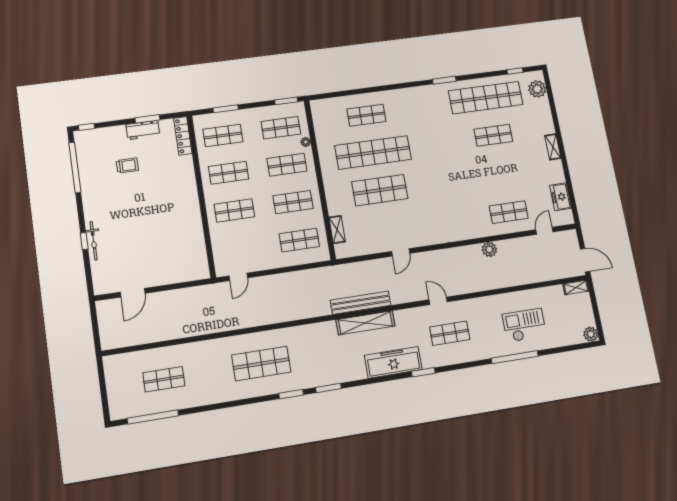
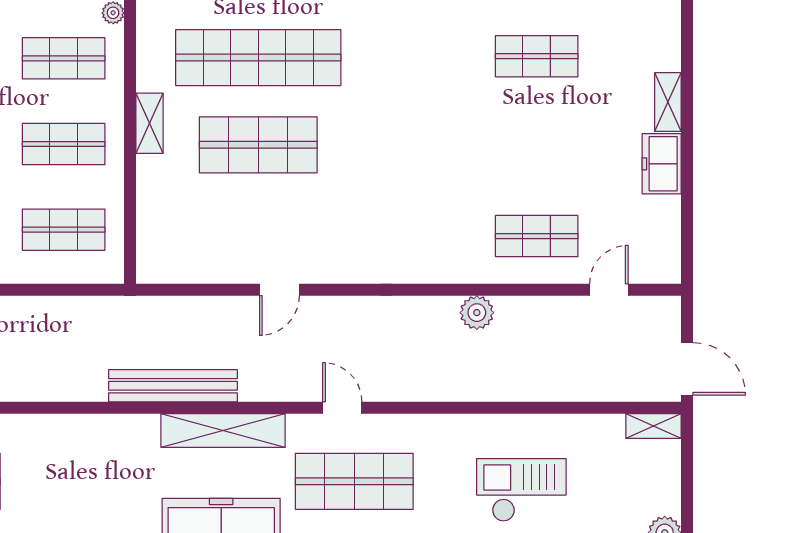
freezer: (561, 197) -> (662, 164), moved
shelving: (337, 230) -> (149, 123), moved
shelving: (366, 323) -> (223, 431), moved
shop shelf: (450, 333) -> (354, 481), width x1.43, depth x1.36

